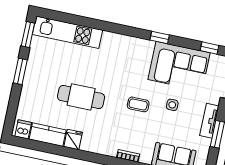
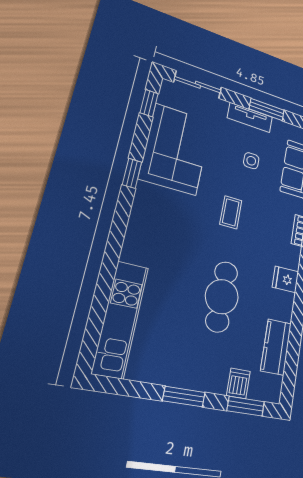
window: (28, 35) -> (246, 406), moved
side table: (172, 105) -> (251, 161), moved
dishwasher: (23, 129) -> (238, 383), moved, turned 90
fridge: (73, 140) -> (285, 279), moved

